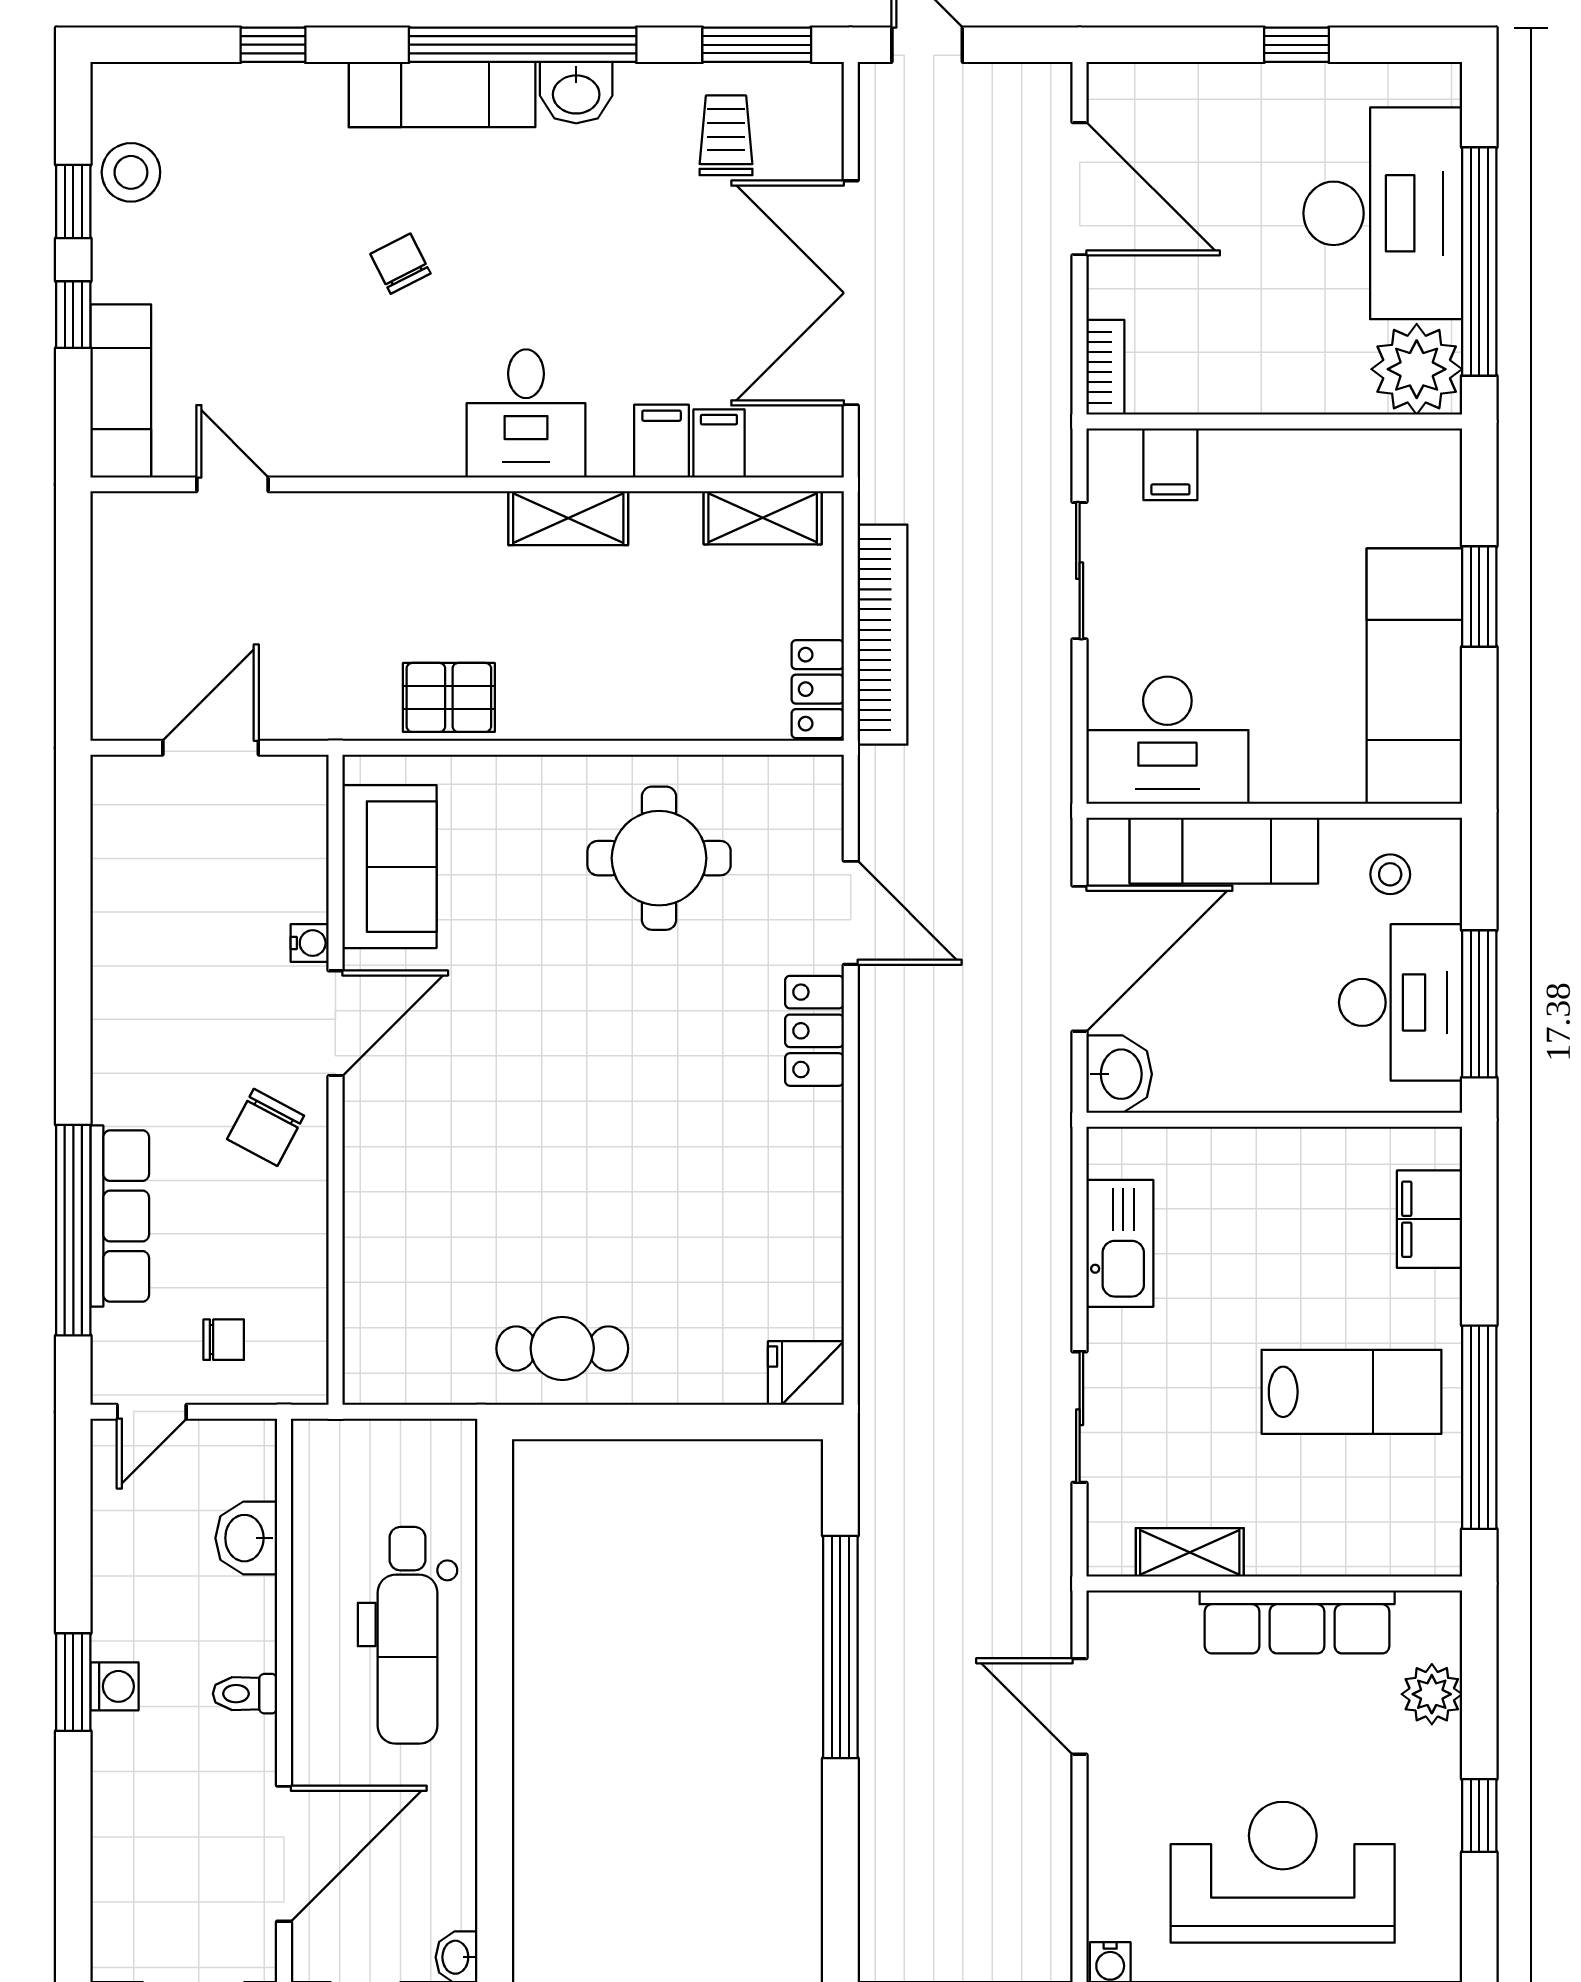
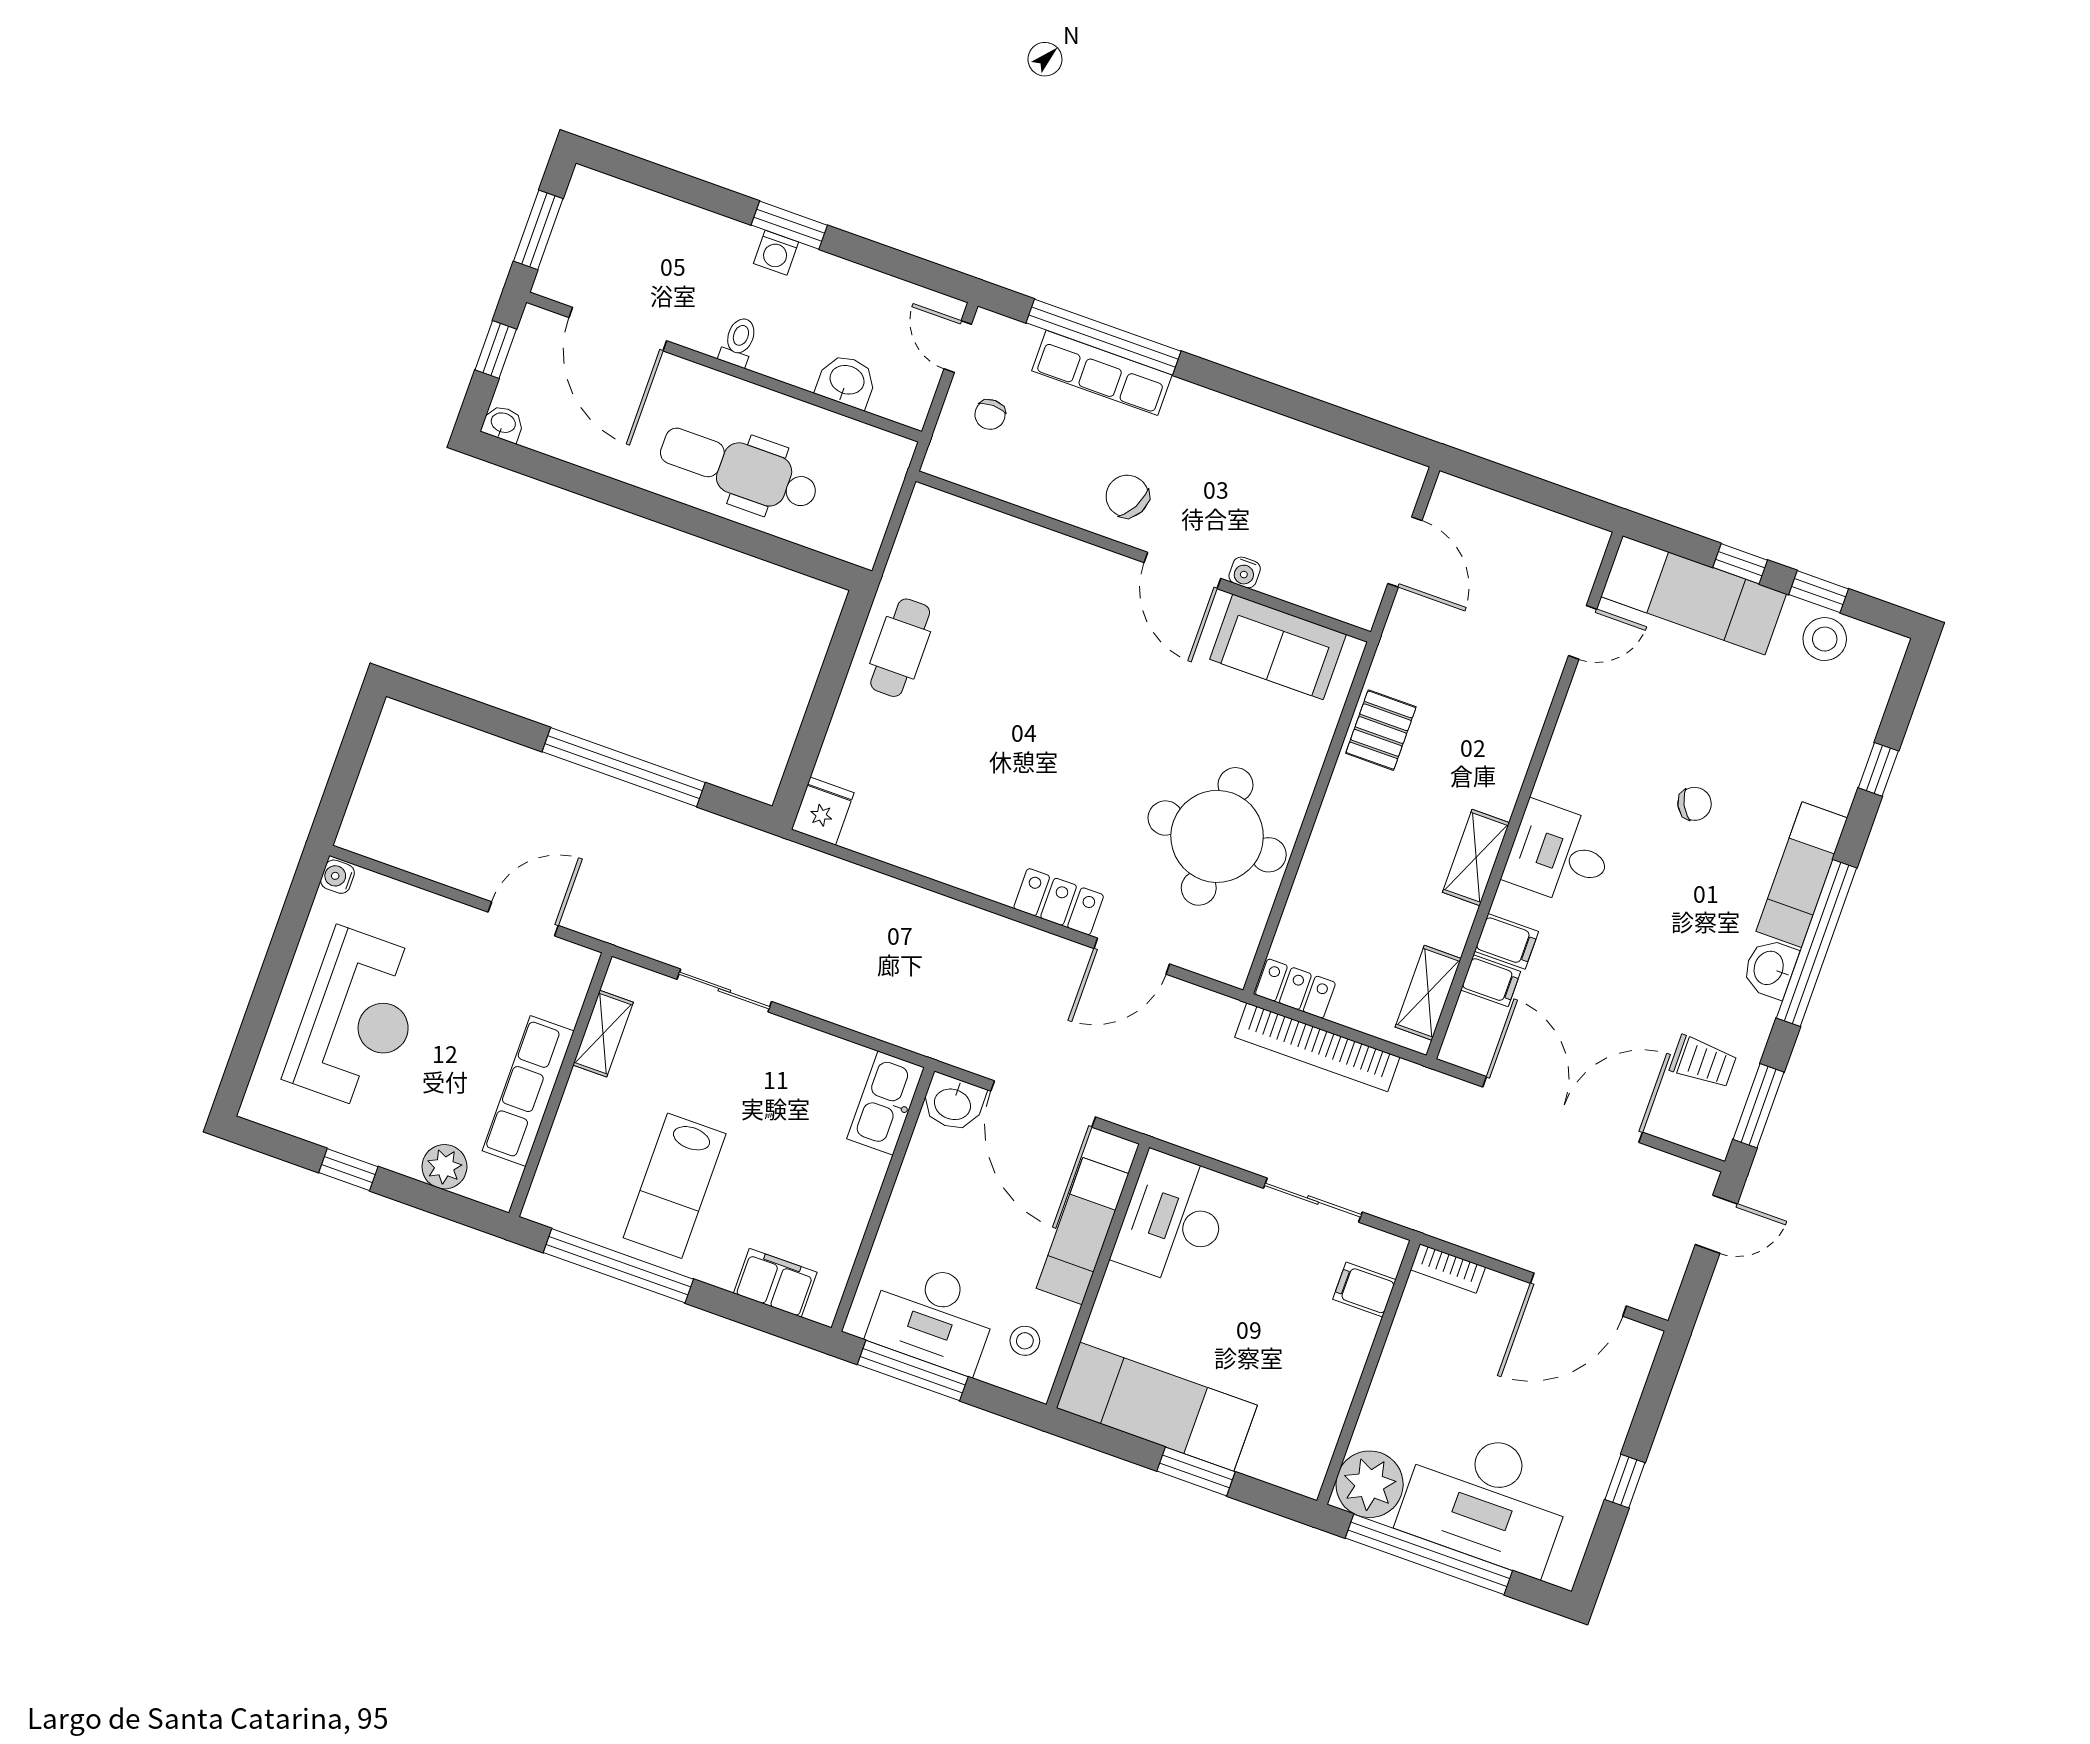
exam couch: (121, 391) -> (1694, 595), width x1.36, depth x1.45
round table: (659, 858) -> (1217, 836), width x1.36, depth x1.36
kitchen sink: (1120, 1243) -> (886, 1103), moved, turned 90

